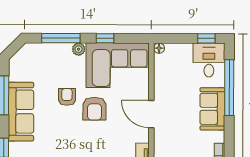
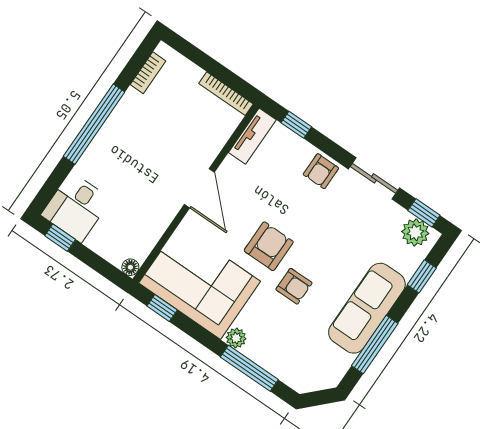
window: (105, 38) -> (162, 308), moved
window: (229, 88) -> (94, 124), moved
armchair: (67, 97) -> (294, 286), turned -90
sofa: (212, 109) -> (115, 140), removed

